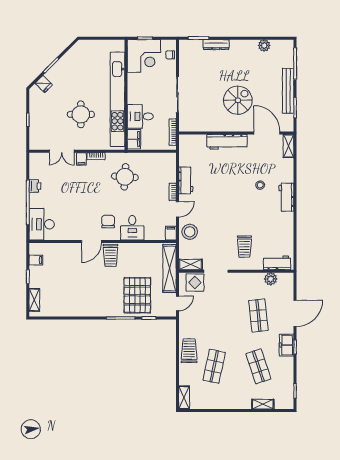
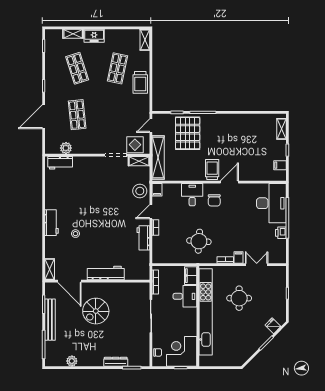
desk: (42, 224) -> (271, 203), width x1.36, depth x1.30
trolley: (244, 247) -> (90, 178), removed
freezer: (287, 345) -> (94, 36), moved, turned 90

